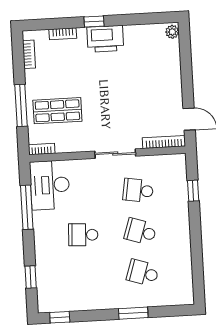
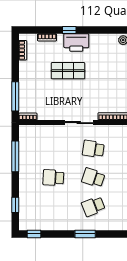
window: (21, 105) -> (15, 96), moved
shop shelf: (57, 111) -> (68, 71), moved
desk: (50, 185) -> (32, 142), removed
school desk: (143, 273) -> (93, 206), turned -39

